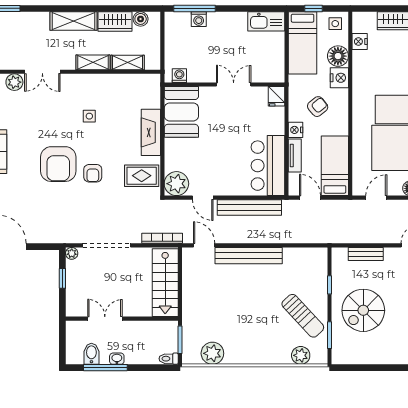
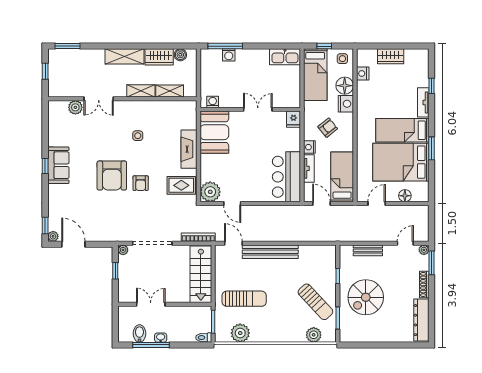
bench: (249, 207) -> (271, 212), removed
sun lounger: (217, 312) -> (244, 299), added

